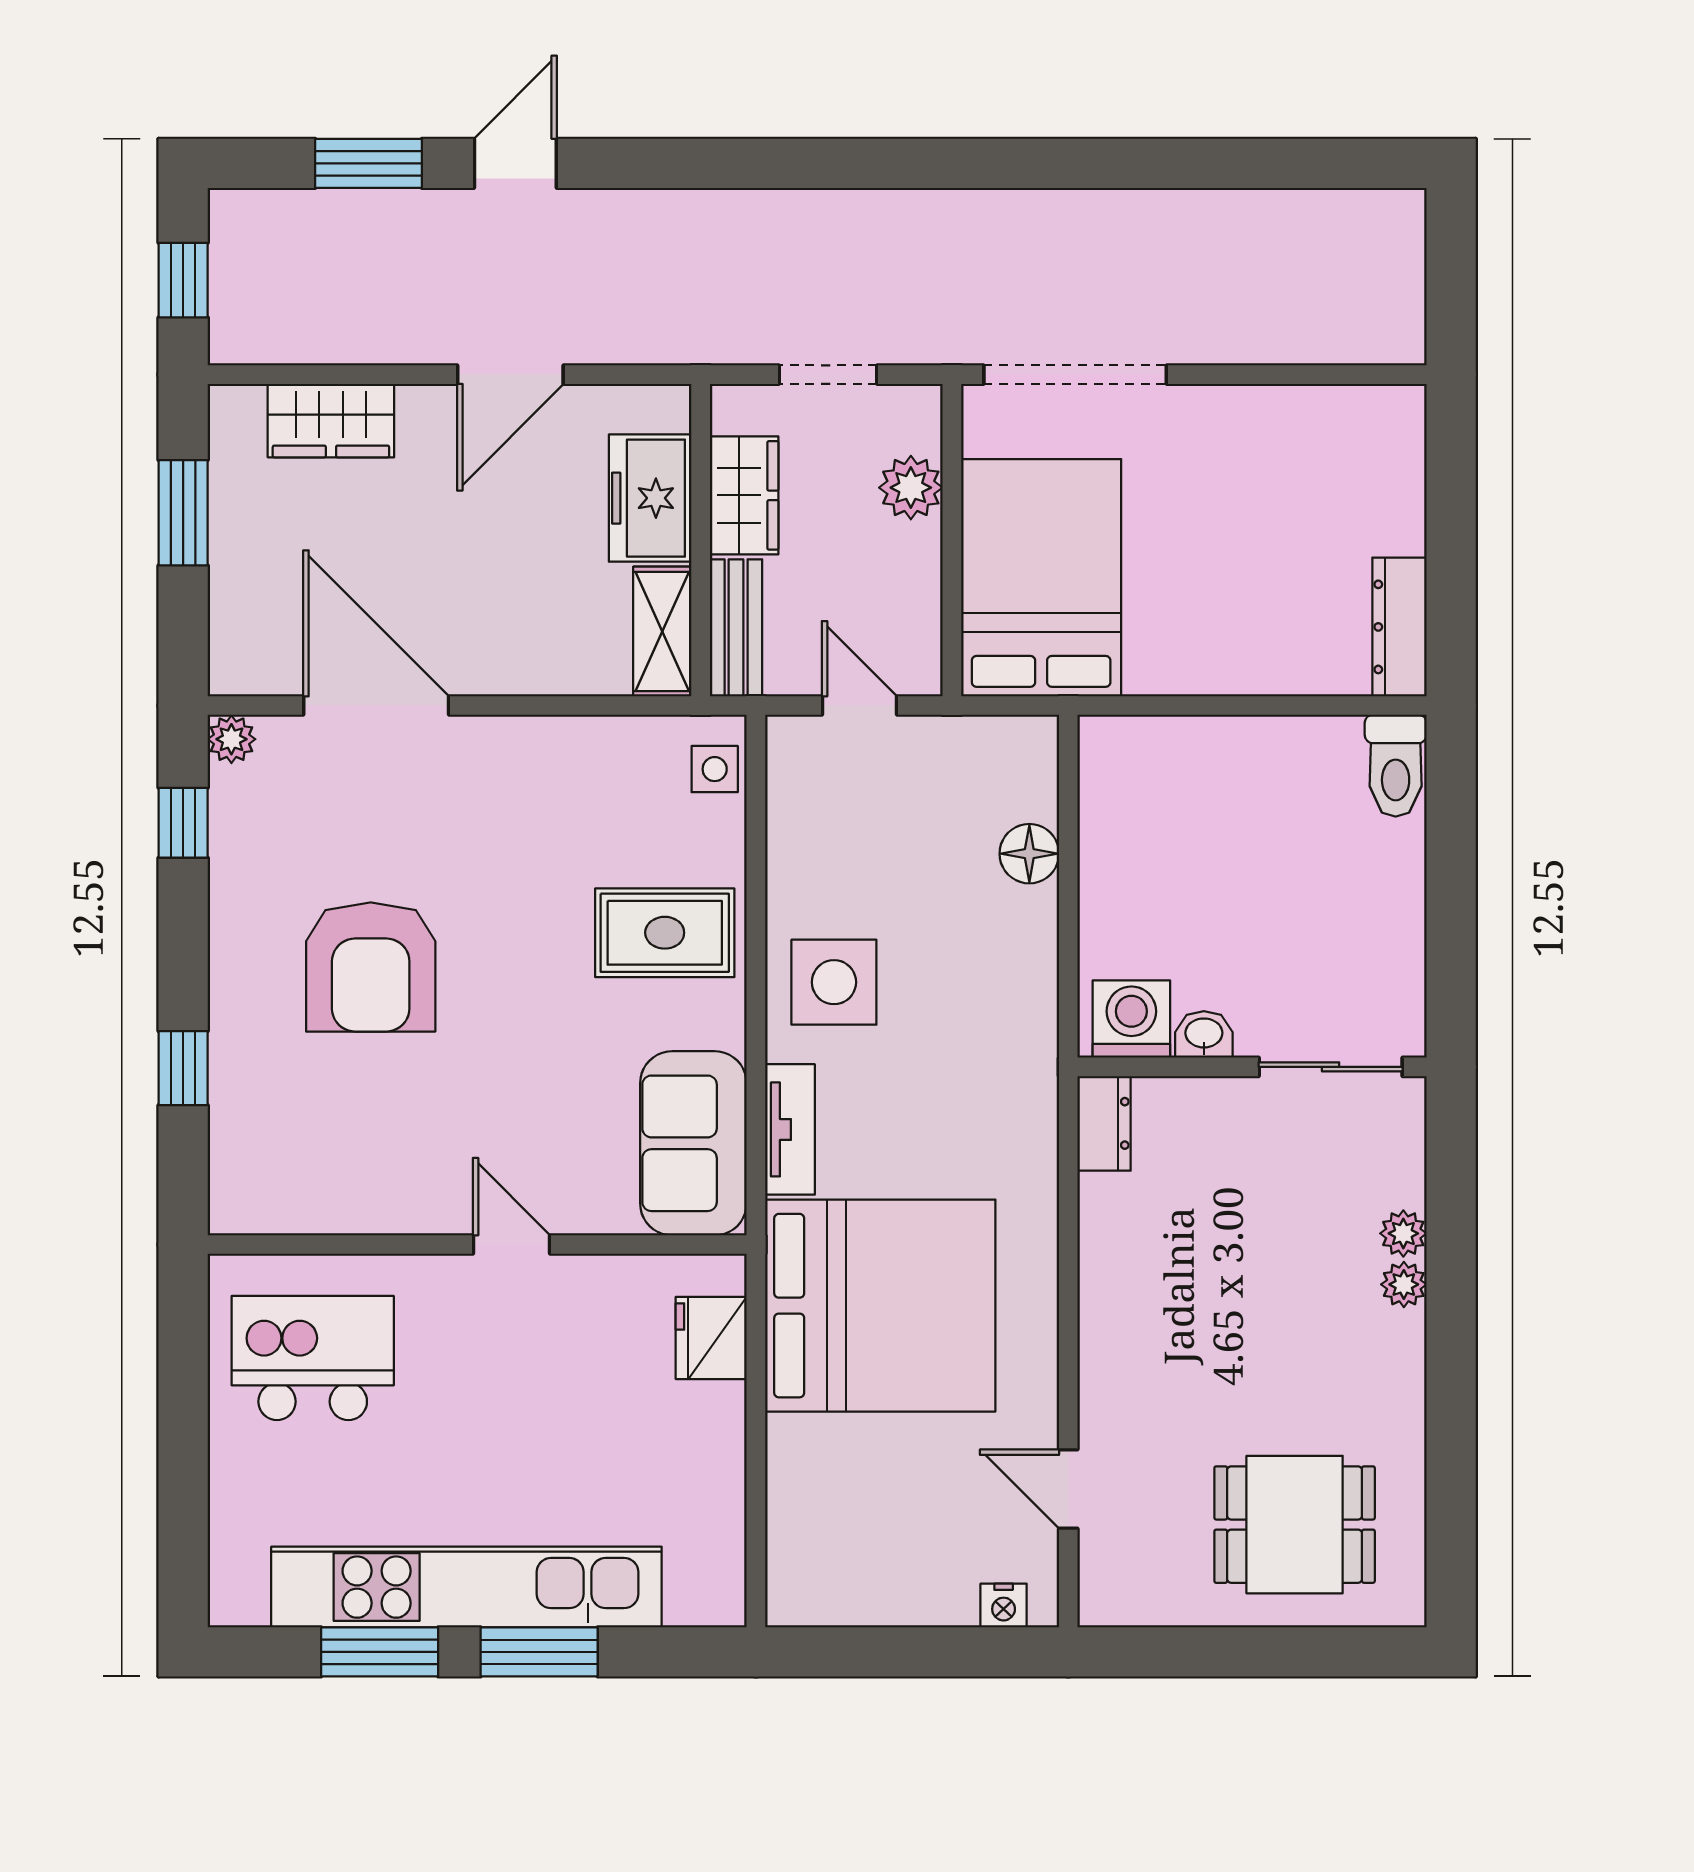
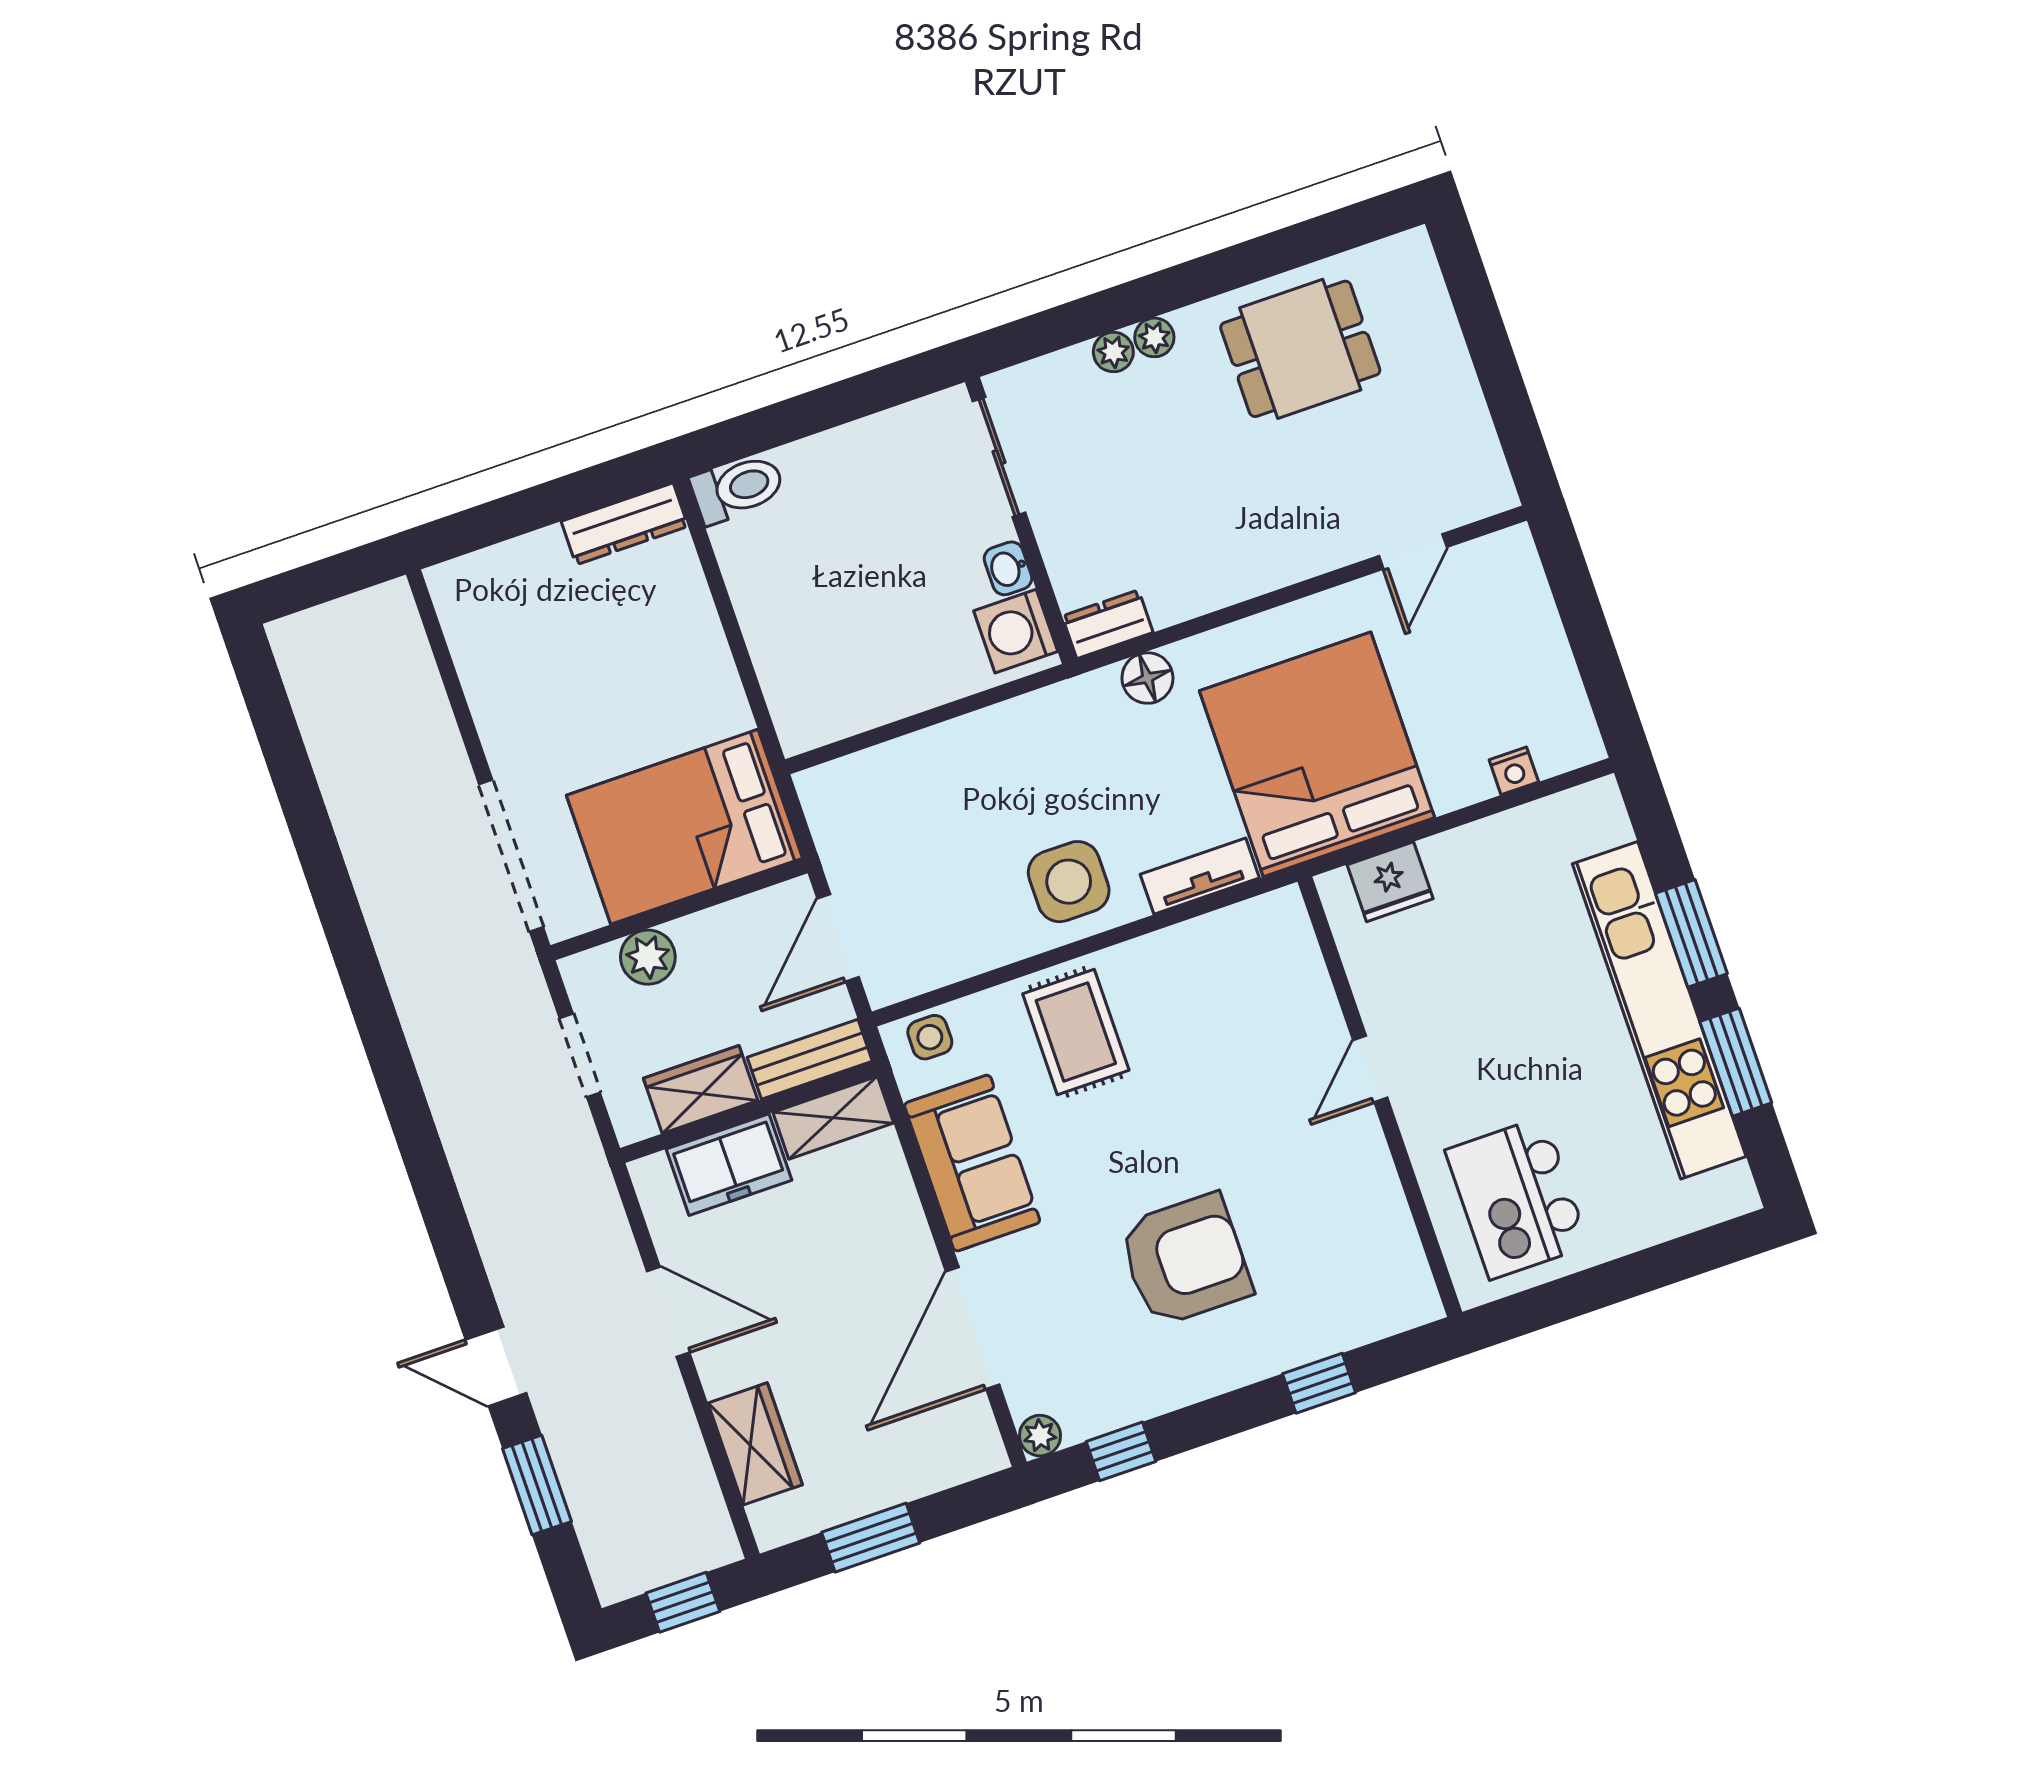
door: (859, 705) -> (838, 938), width x1.38
floor lamp: (1029, 854) -> (1147, 678), moved
sofa: (693, 1143) -> (972, 1163), moved, turned -90
dining table: (1295, 1525) -> (1300, 349), moved, turned 90
nightstand: (1004, 1606) -> (1514, 771), moved, turned 90

